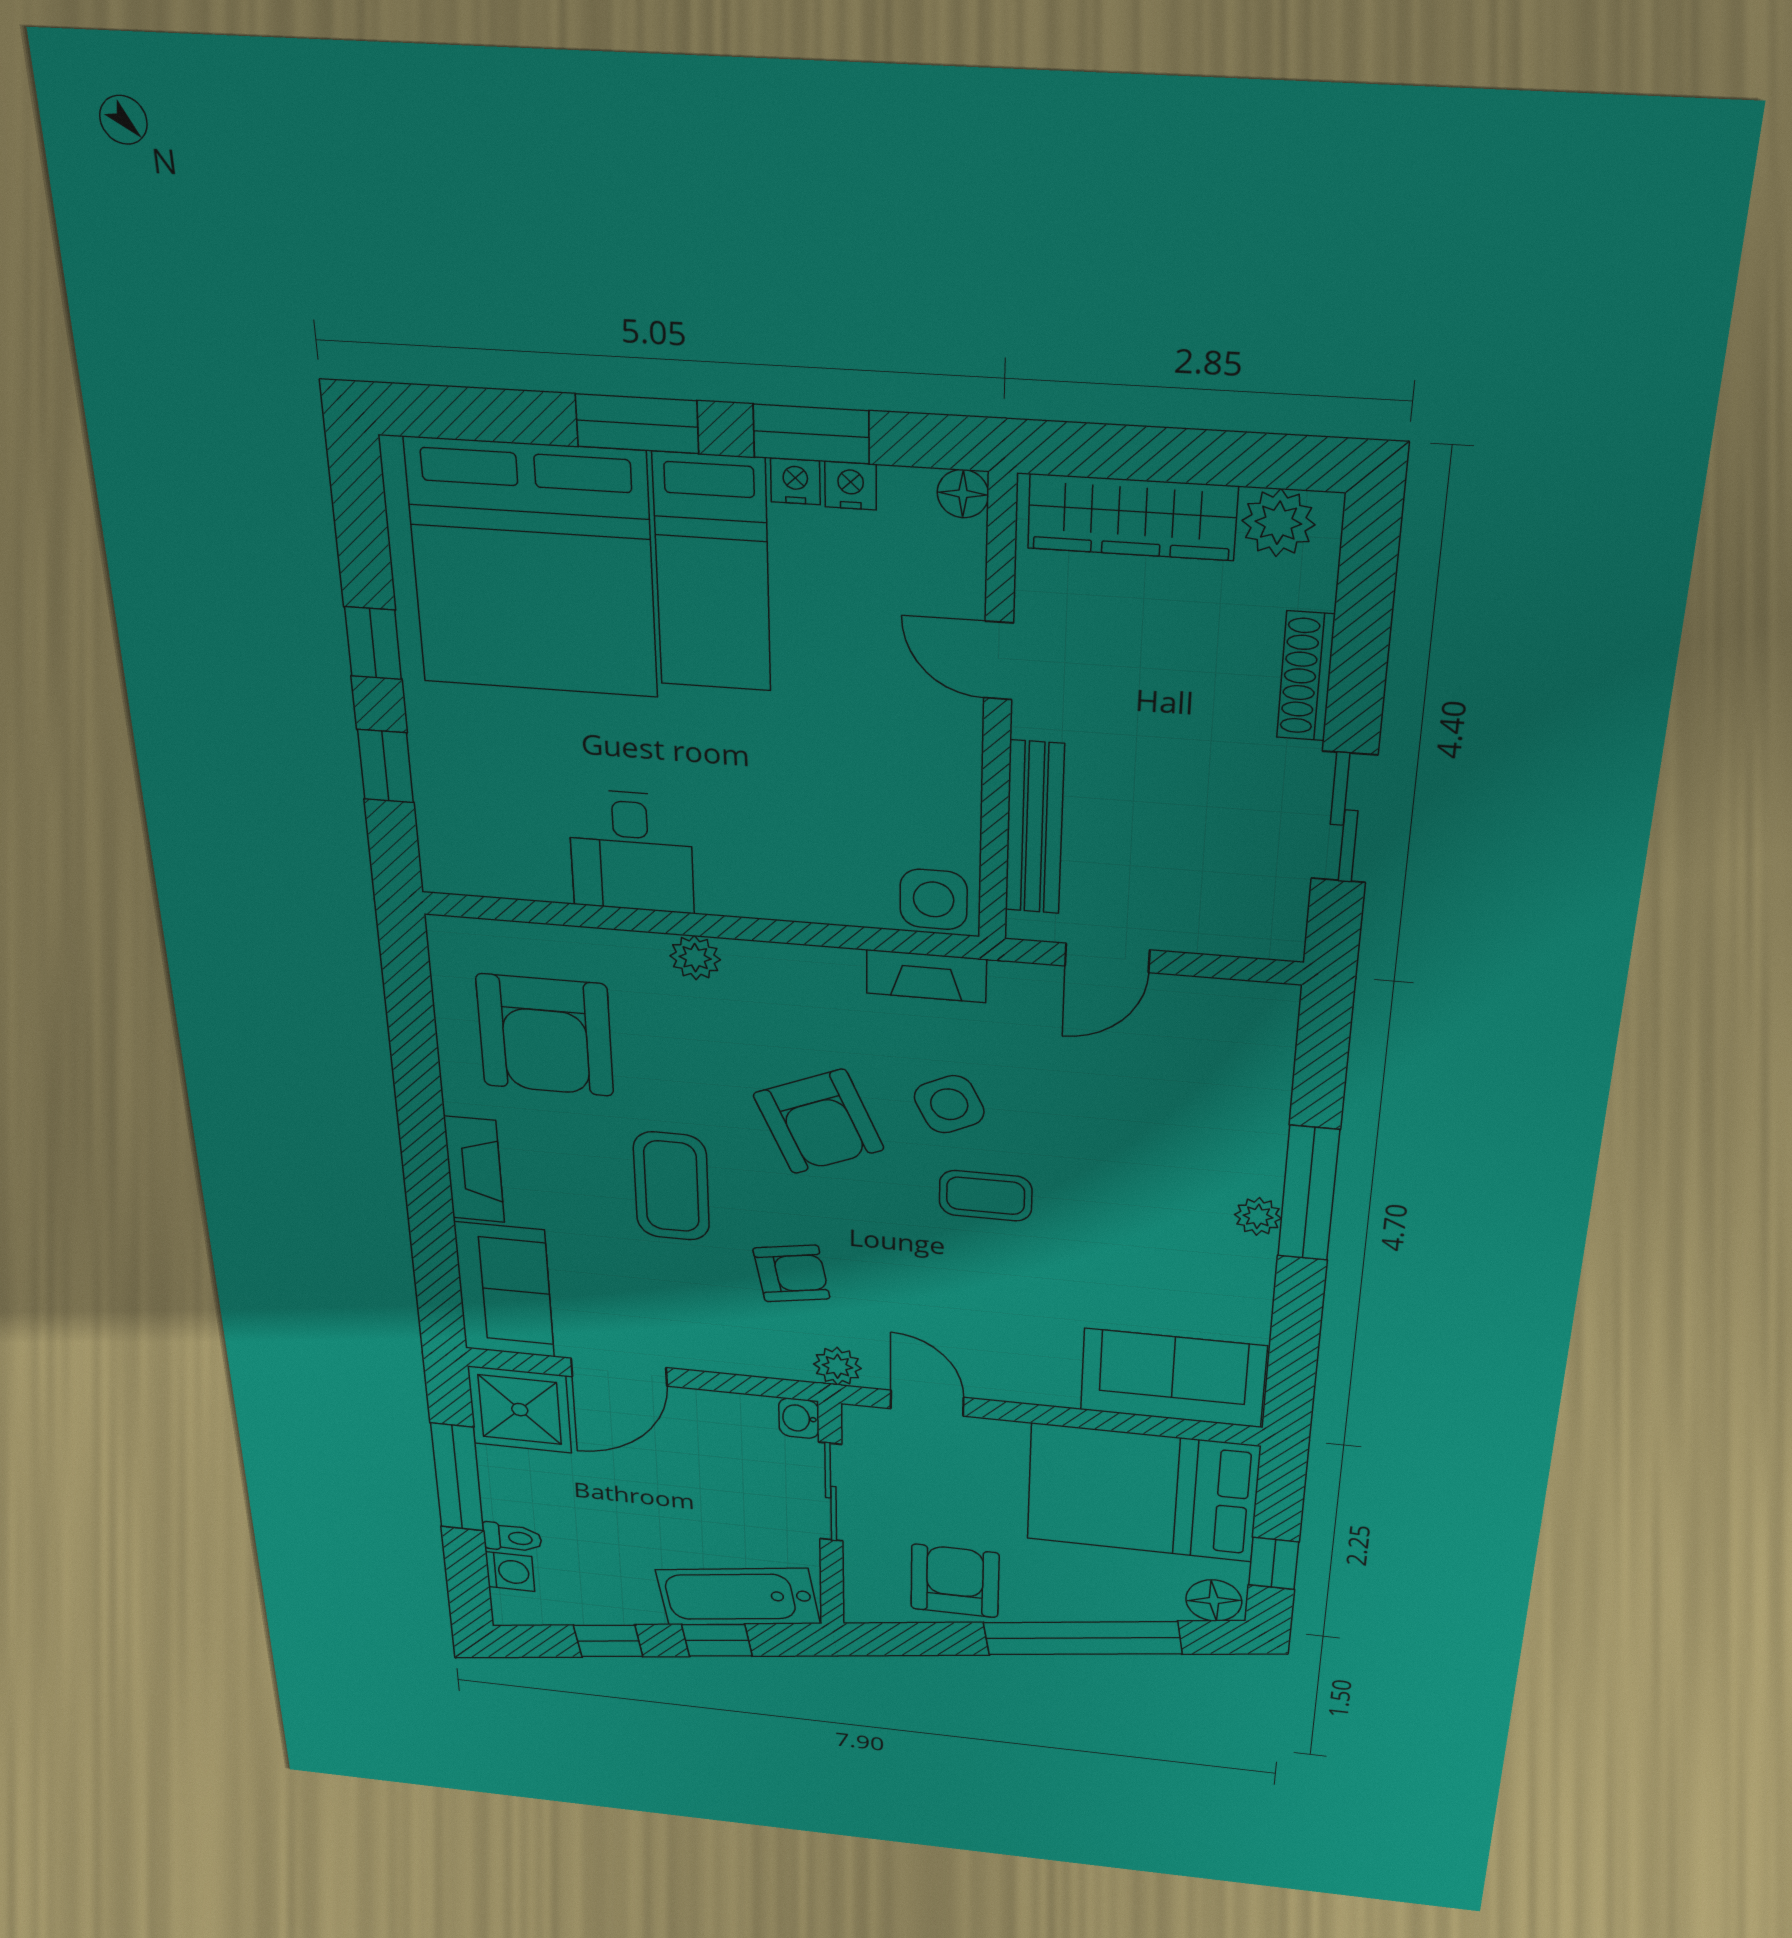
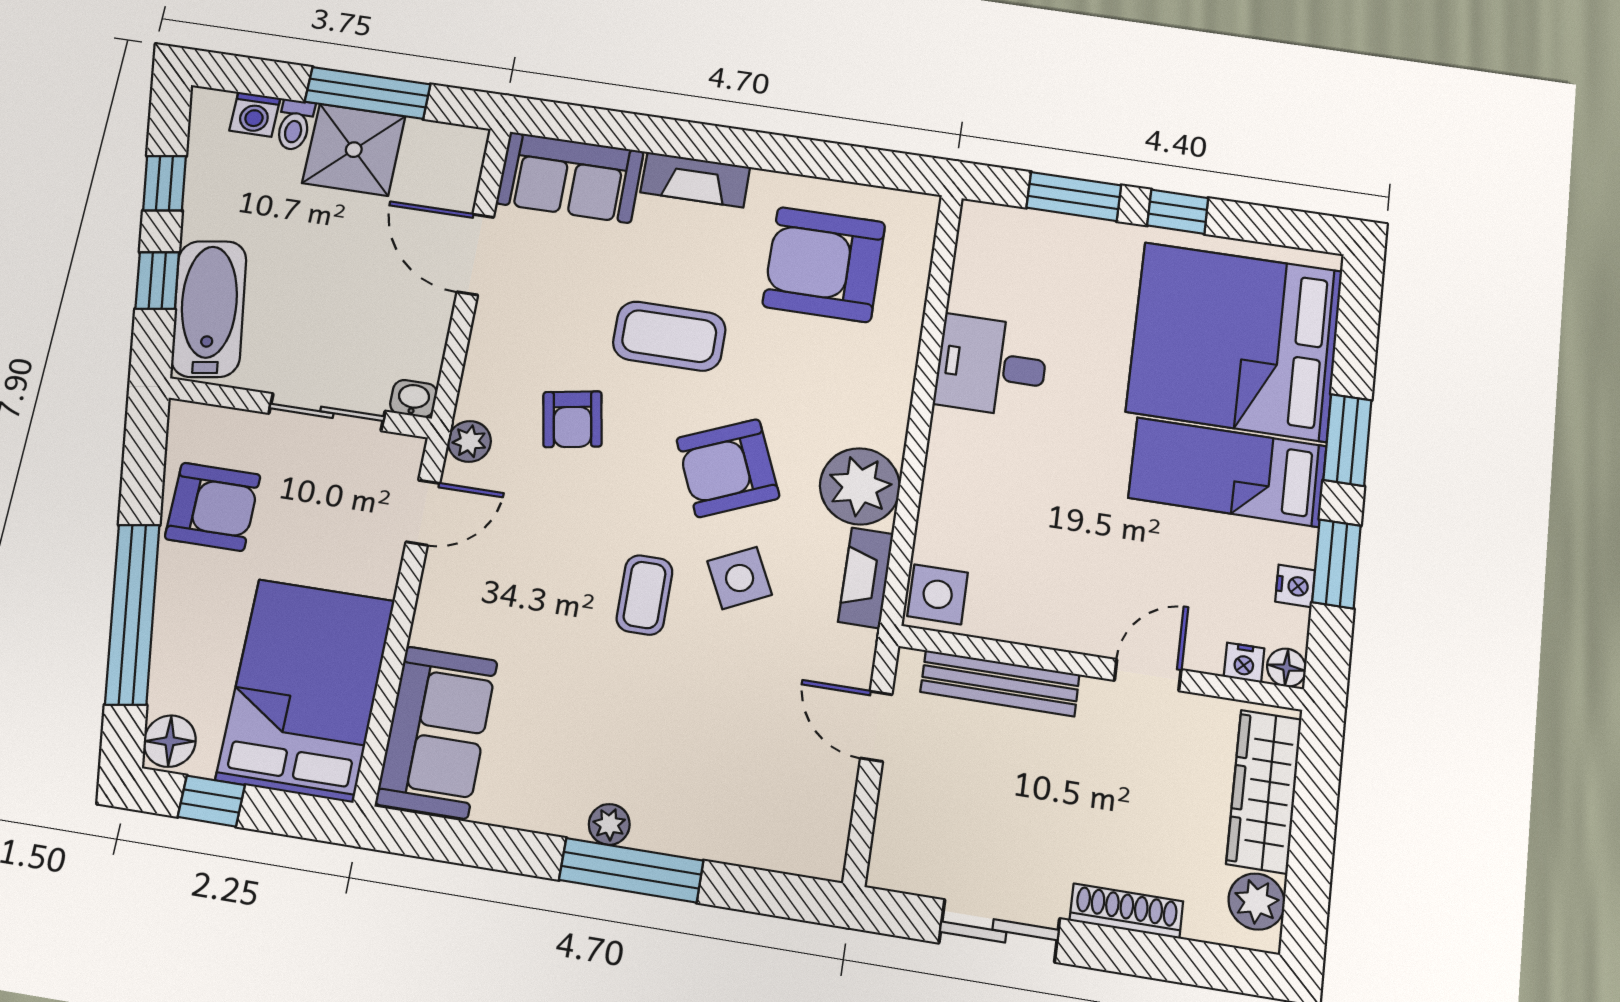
nightstand: (795, 481) -> (1244, 663), moved, turned 90
window: (385, 766) -> (1074, 197), width x1.50
plant: (695, 958) -> (860, 486), moved, width x1.88, depth x1.88
shower: (520, 1410) -> (354, 150), moved

